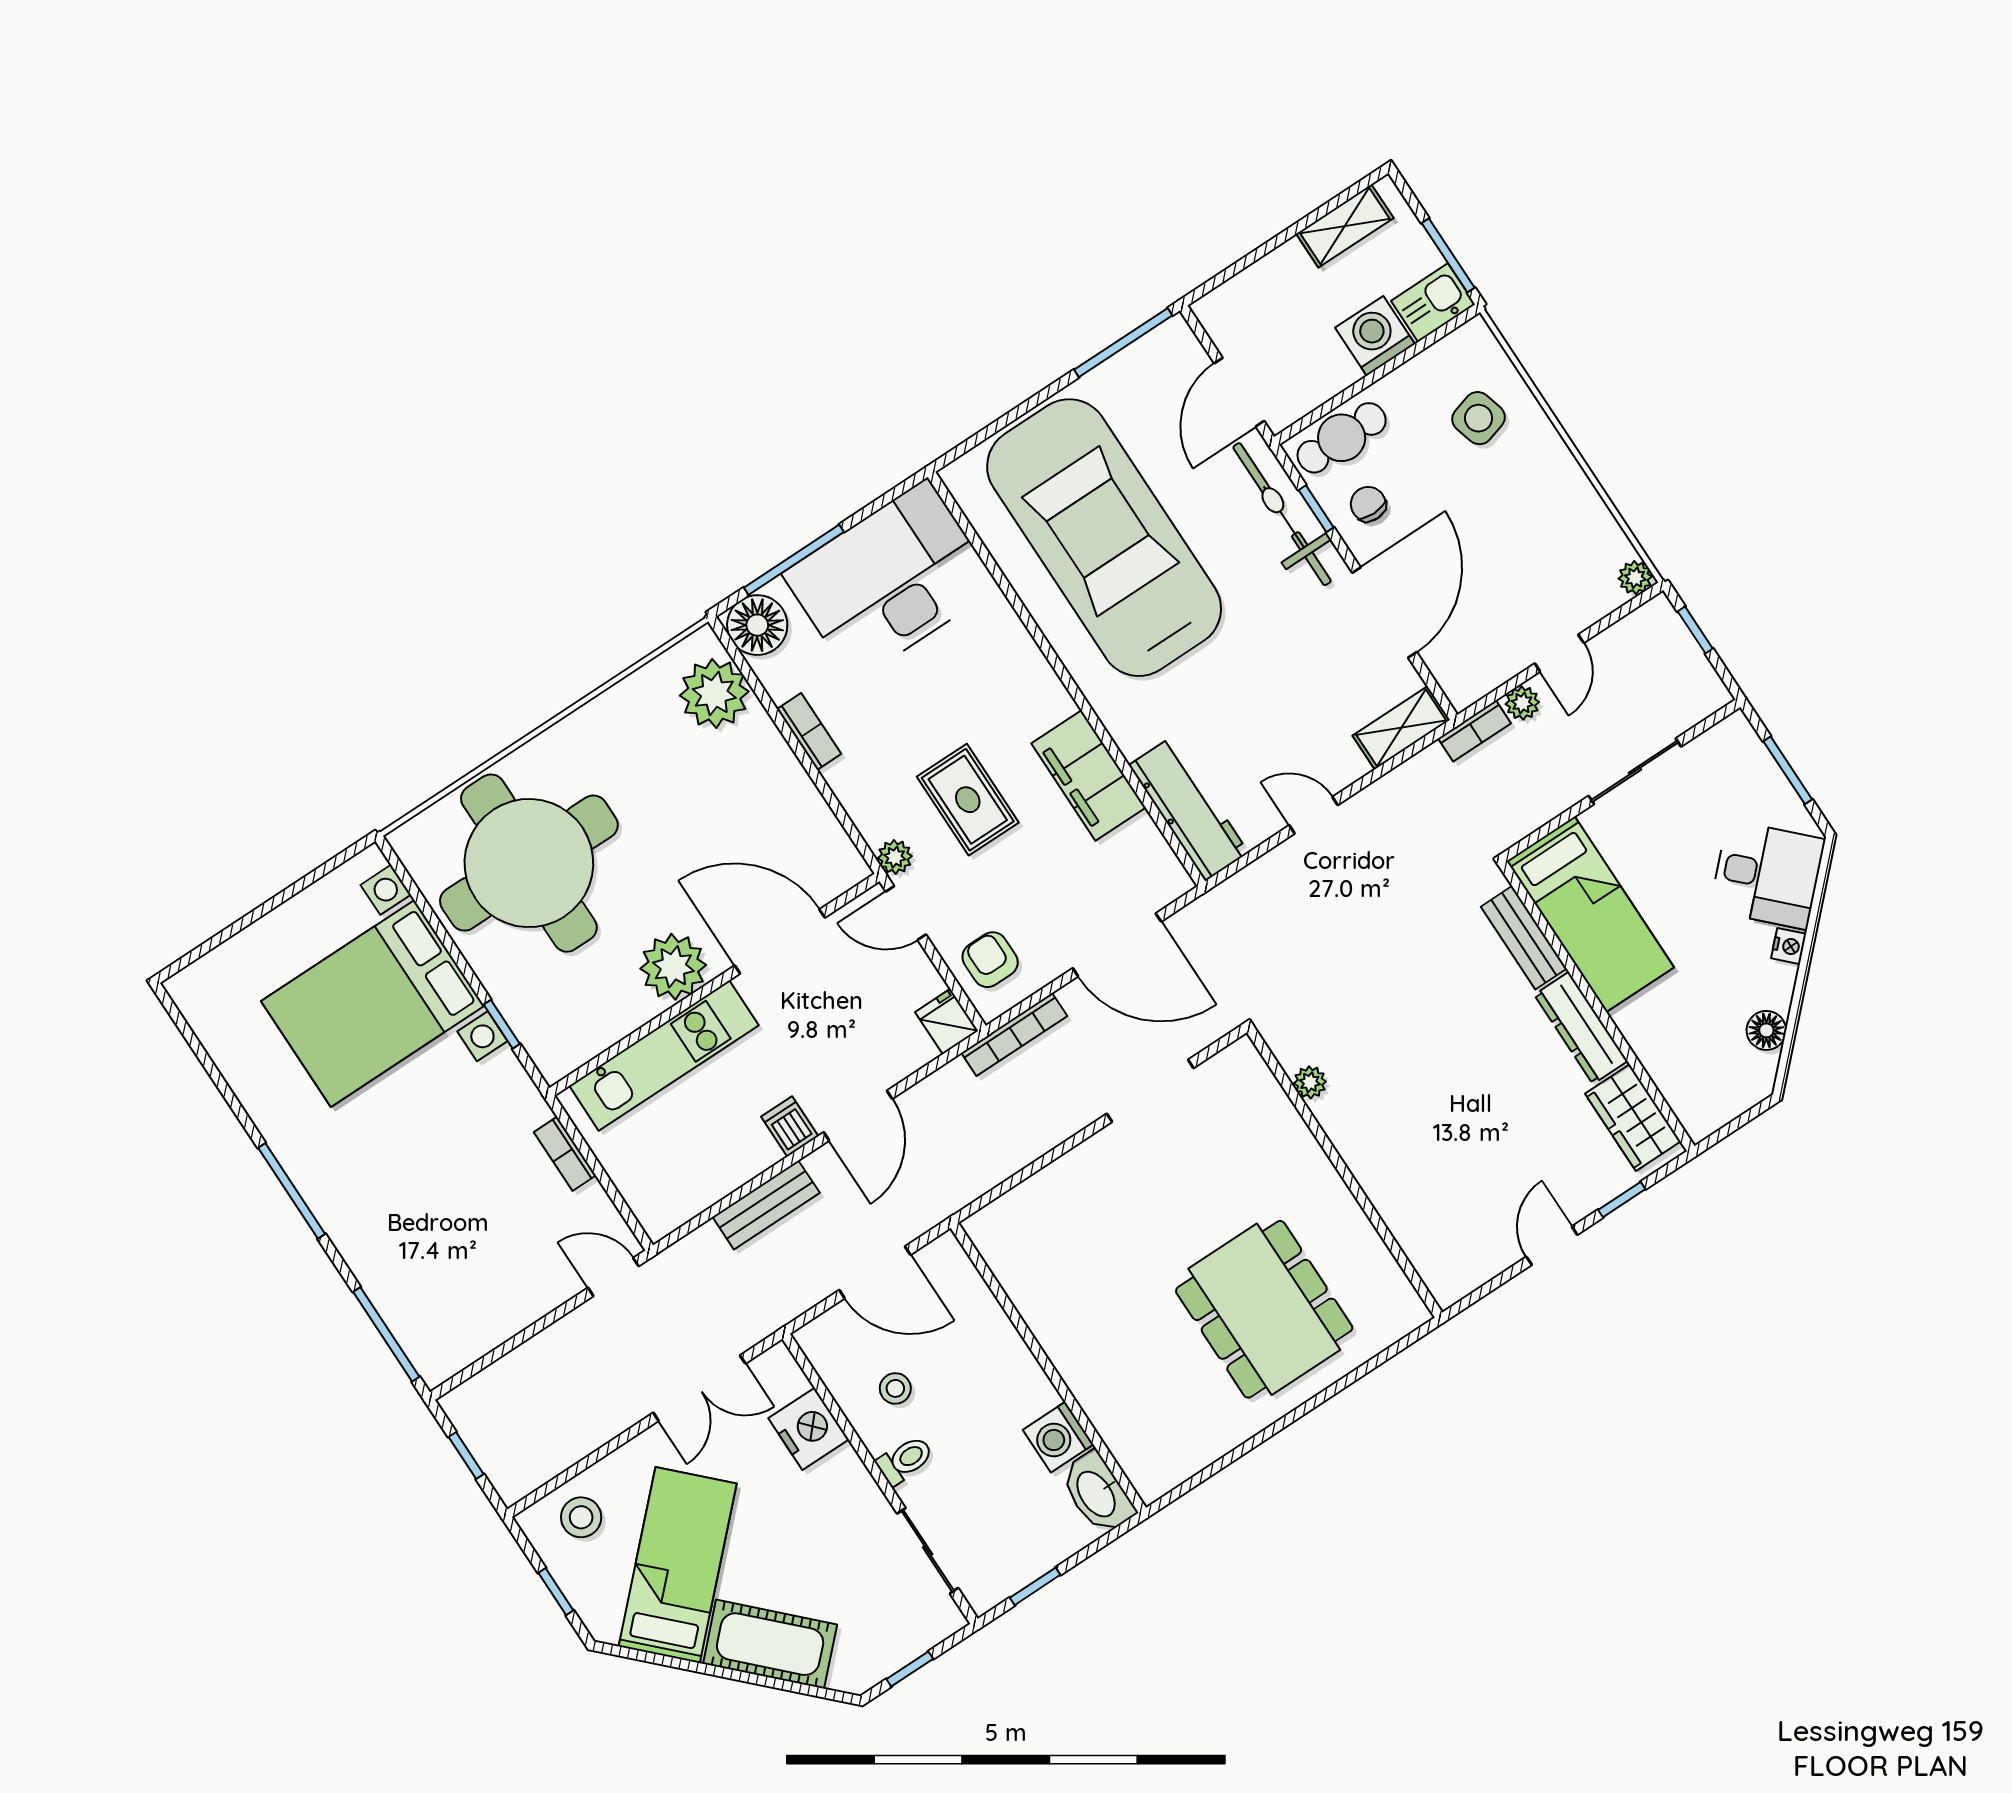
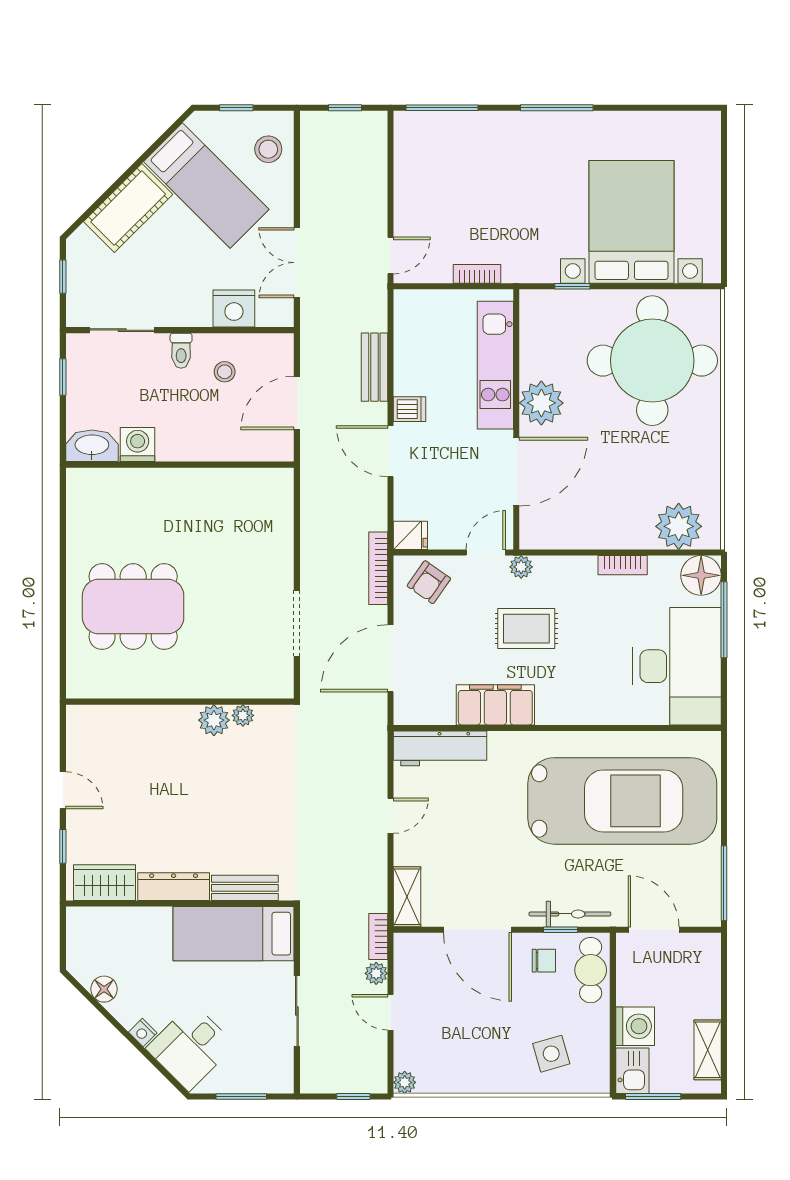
bicycle: (1282, 514) -> (570, 914), width x0.73, depth x0.71
armchair: (990, 960) -> (429, 582), turned 125
plant: (1340, 1115) -> (214, 720), added

